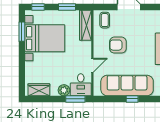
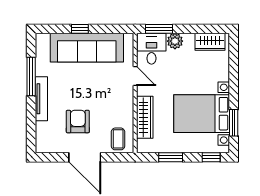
wardrobe: (86, 25) -> (145, 117), moved
armchair: (118, 45) -> (78, 122), moved, turned -90
door: (92, 65) -> (135, 76), swing flipped

